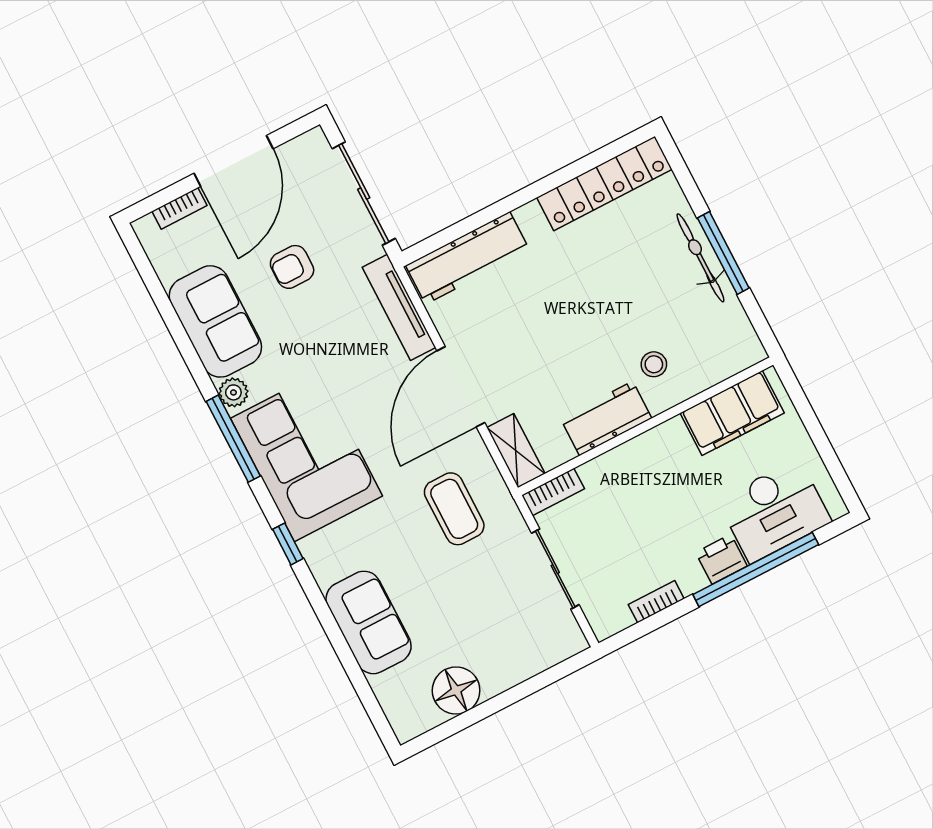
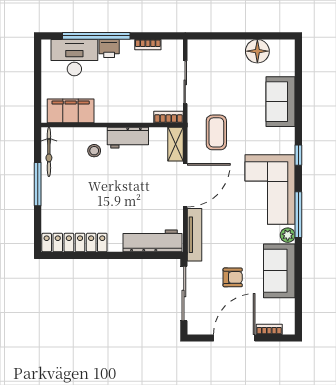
bicycle: (700, 258) -> (49, 152), moved

